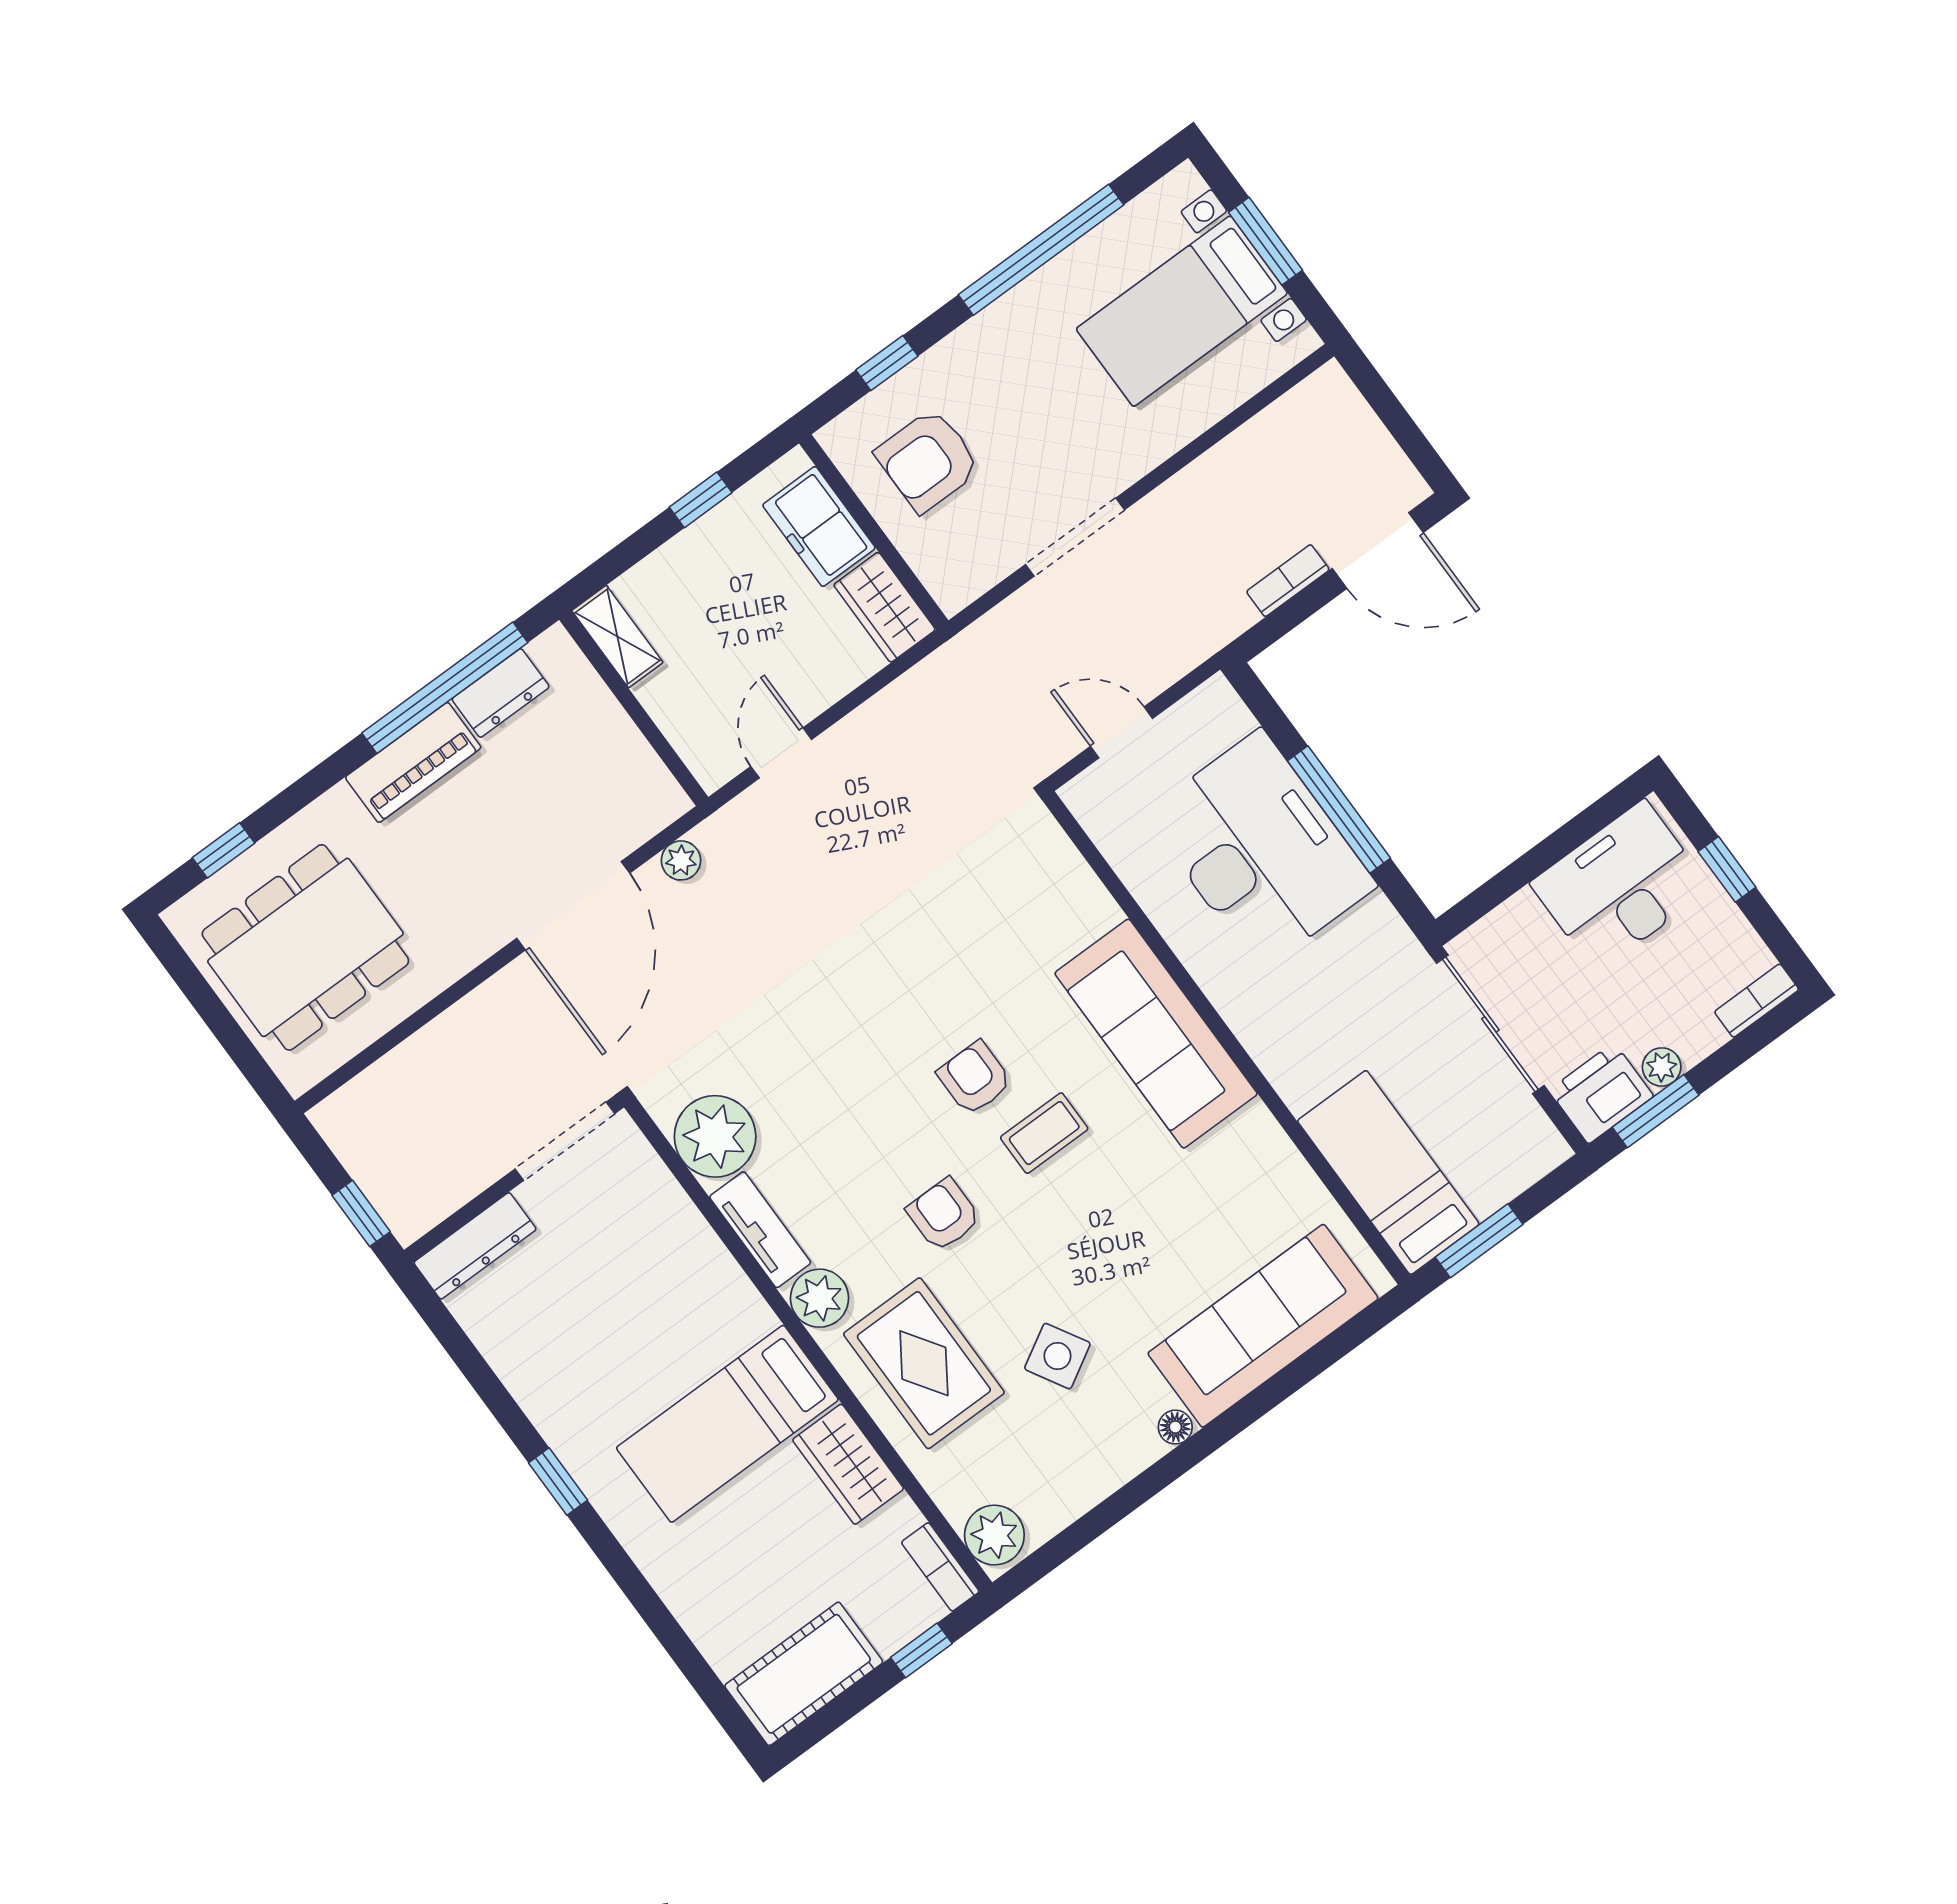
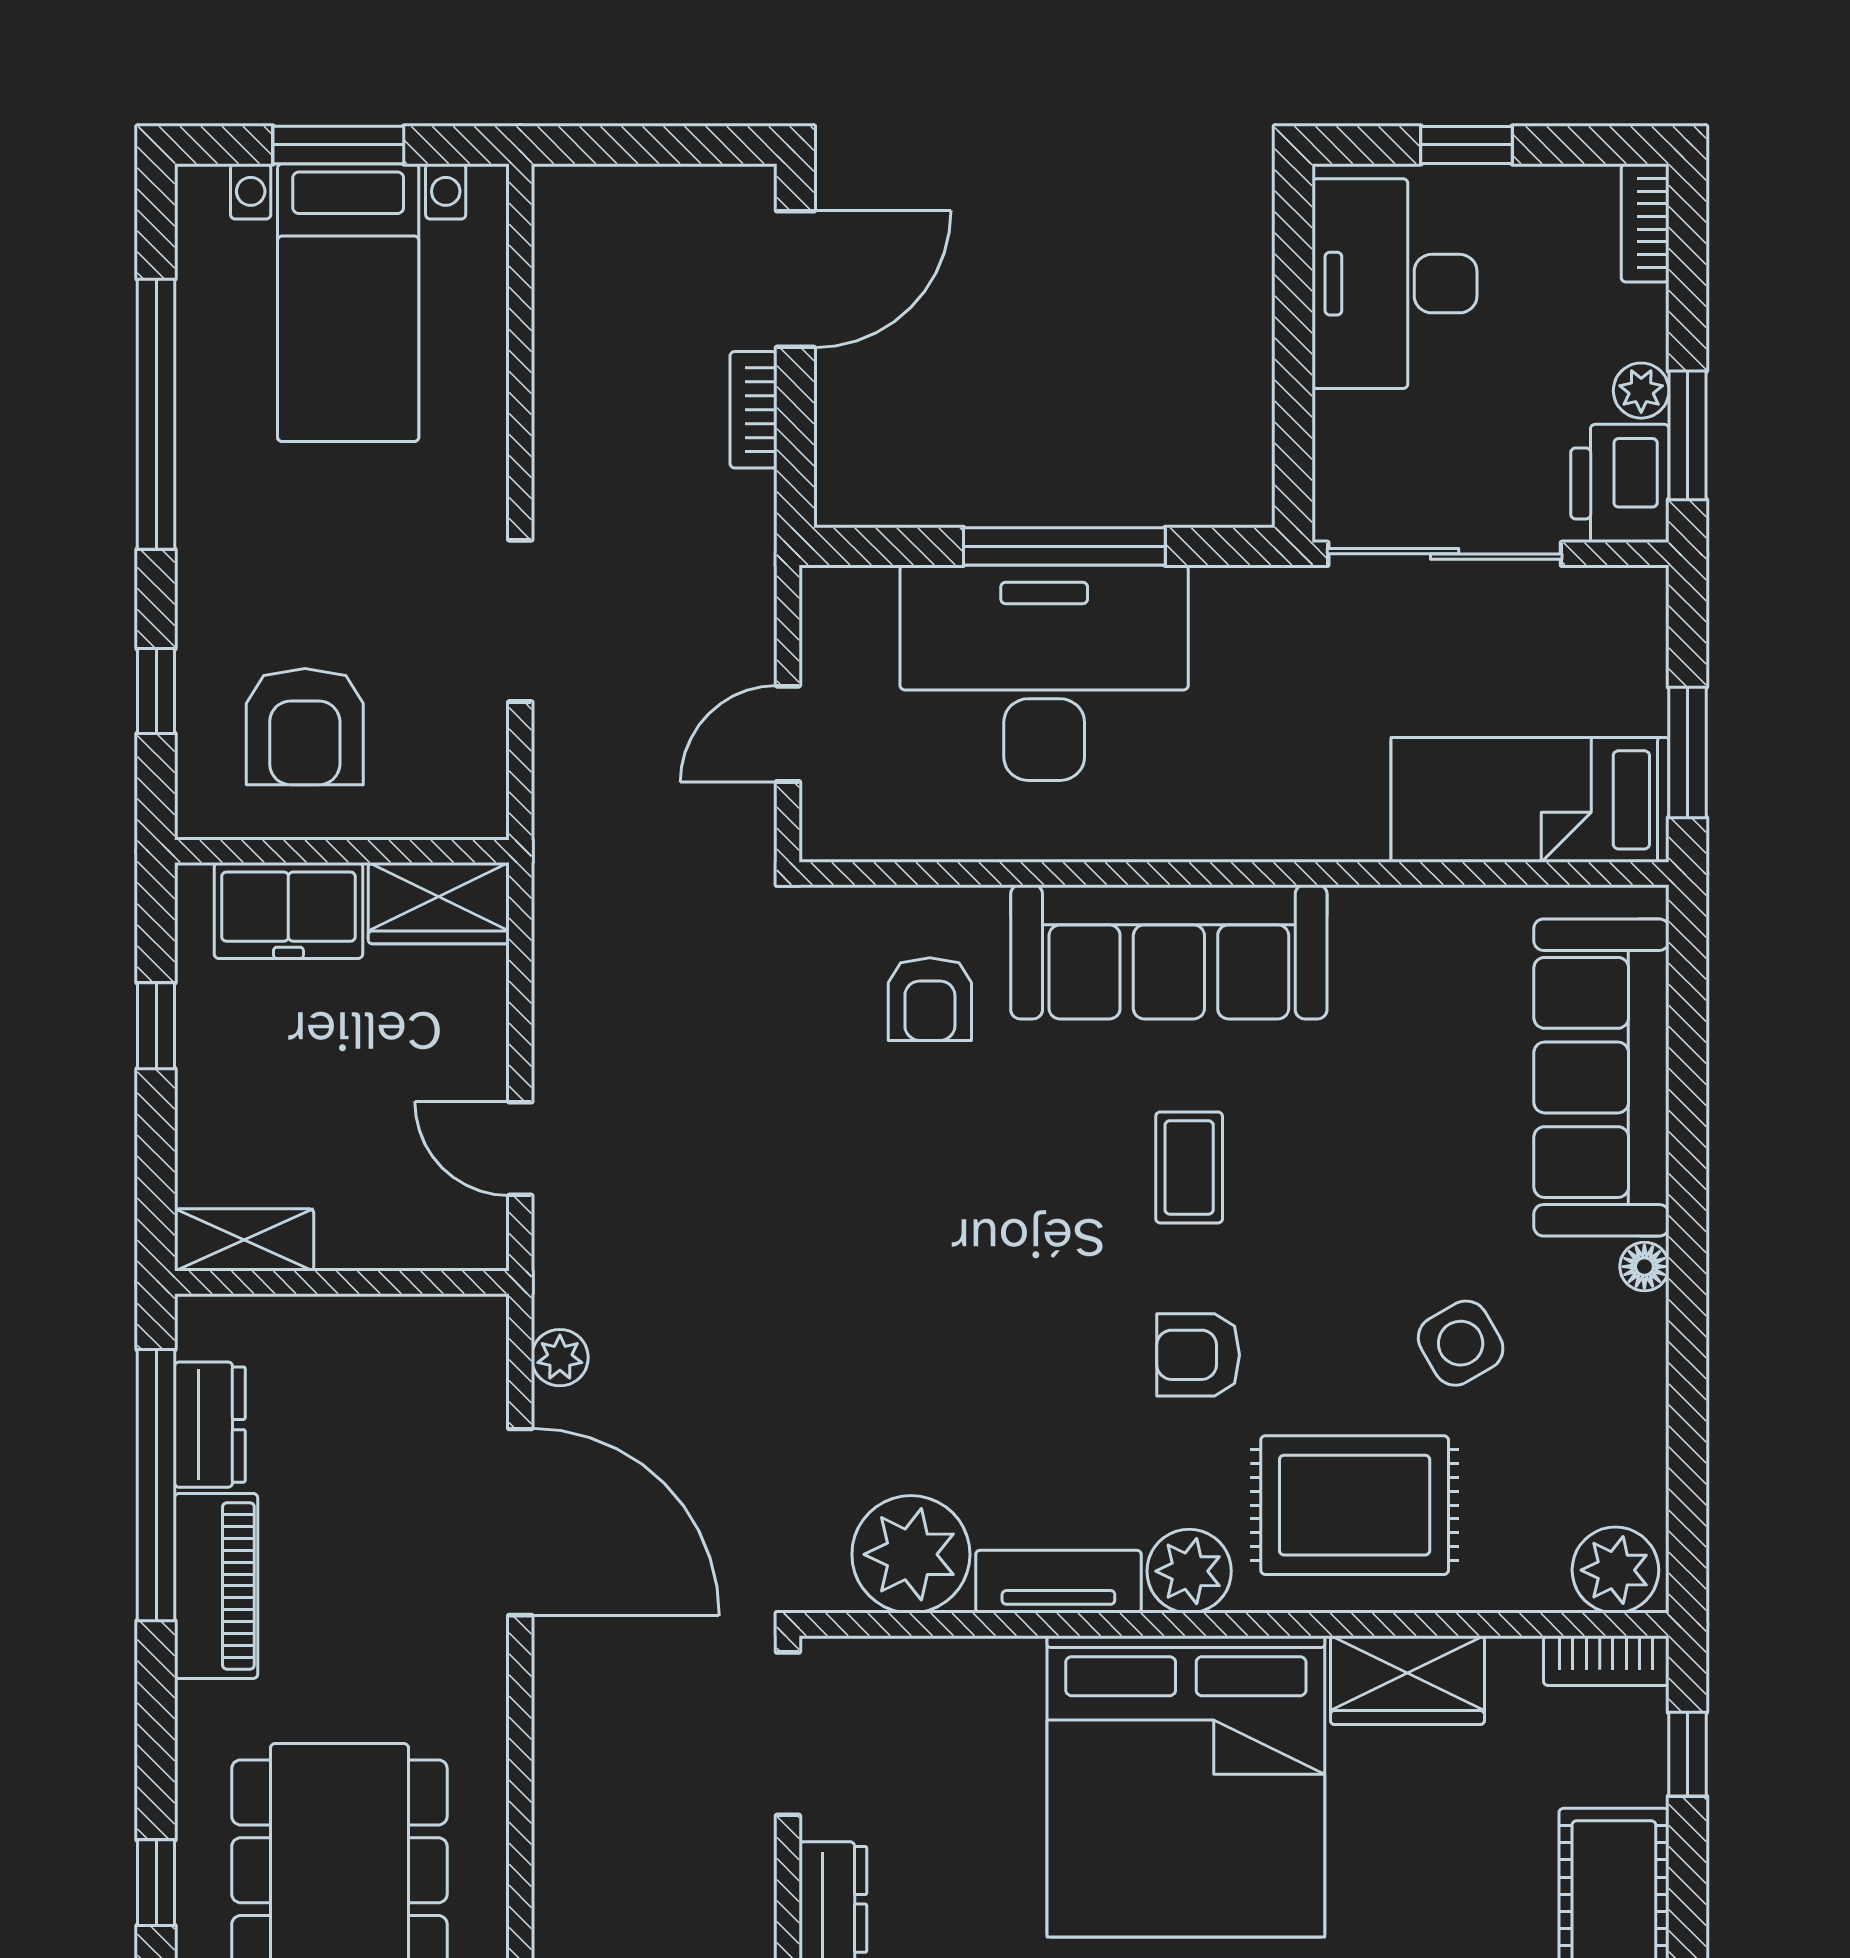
armchair: (975, 1078) -> (930, 999), moved, turned -90
bed: (727, 1424) -> (1186, 1786), width x2.04

